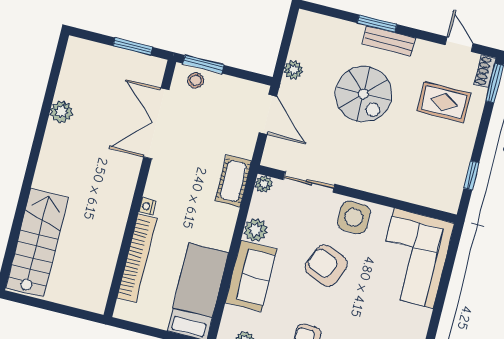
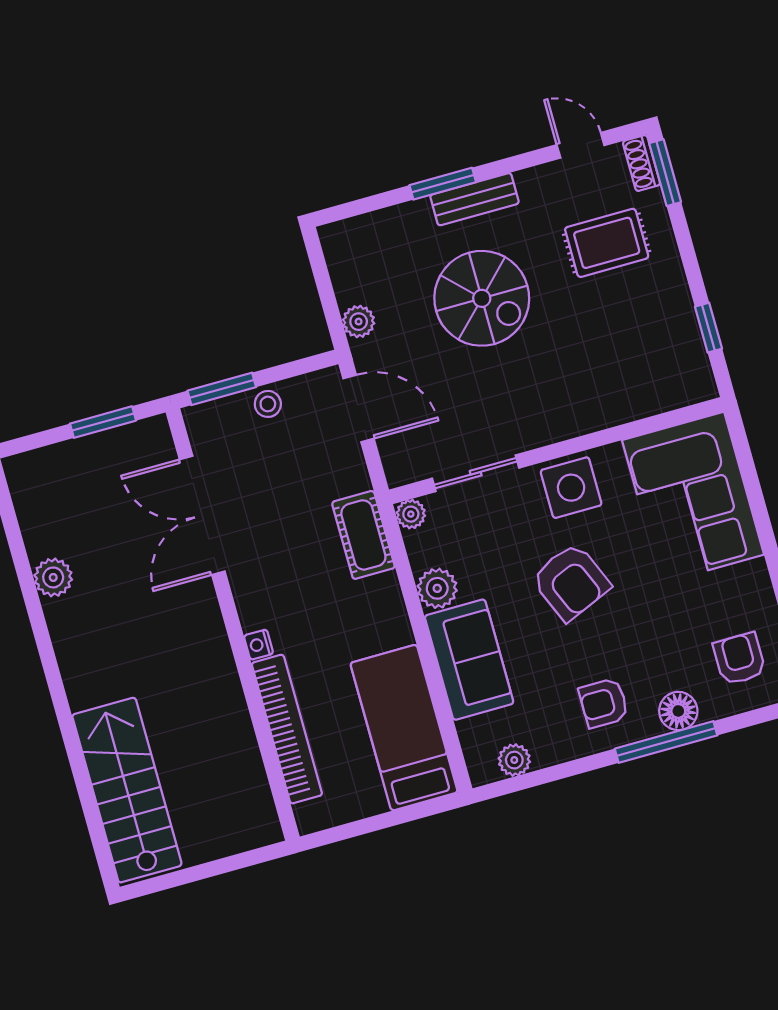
stool: (196, 80) -> (268, 404), moved
armchair: (326, 266) -> (571, 582), turned -136

